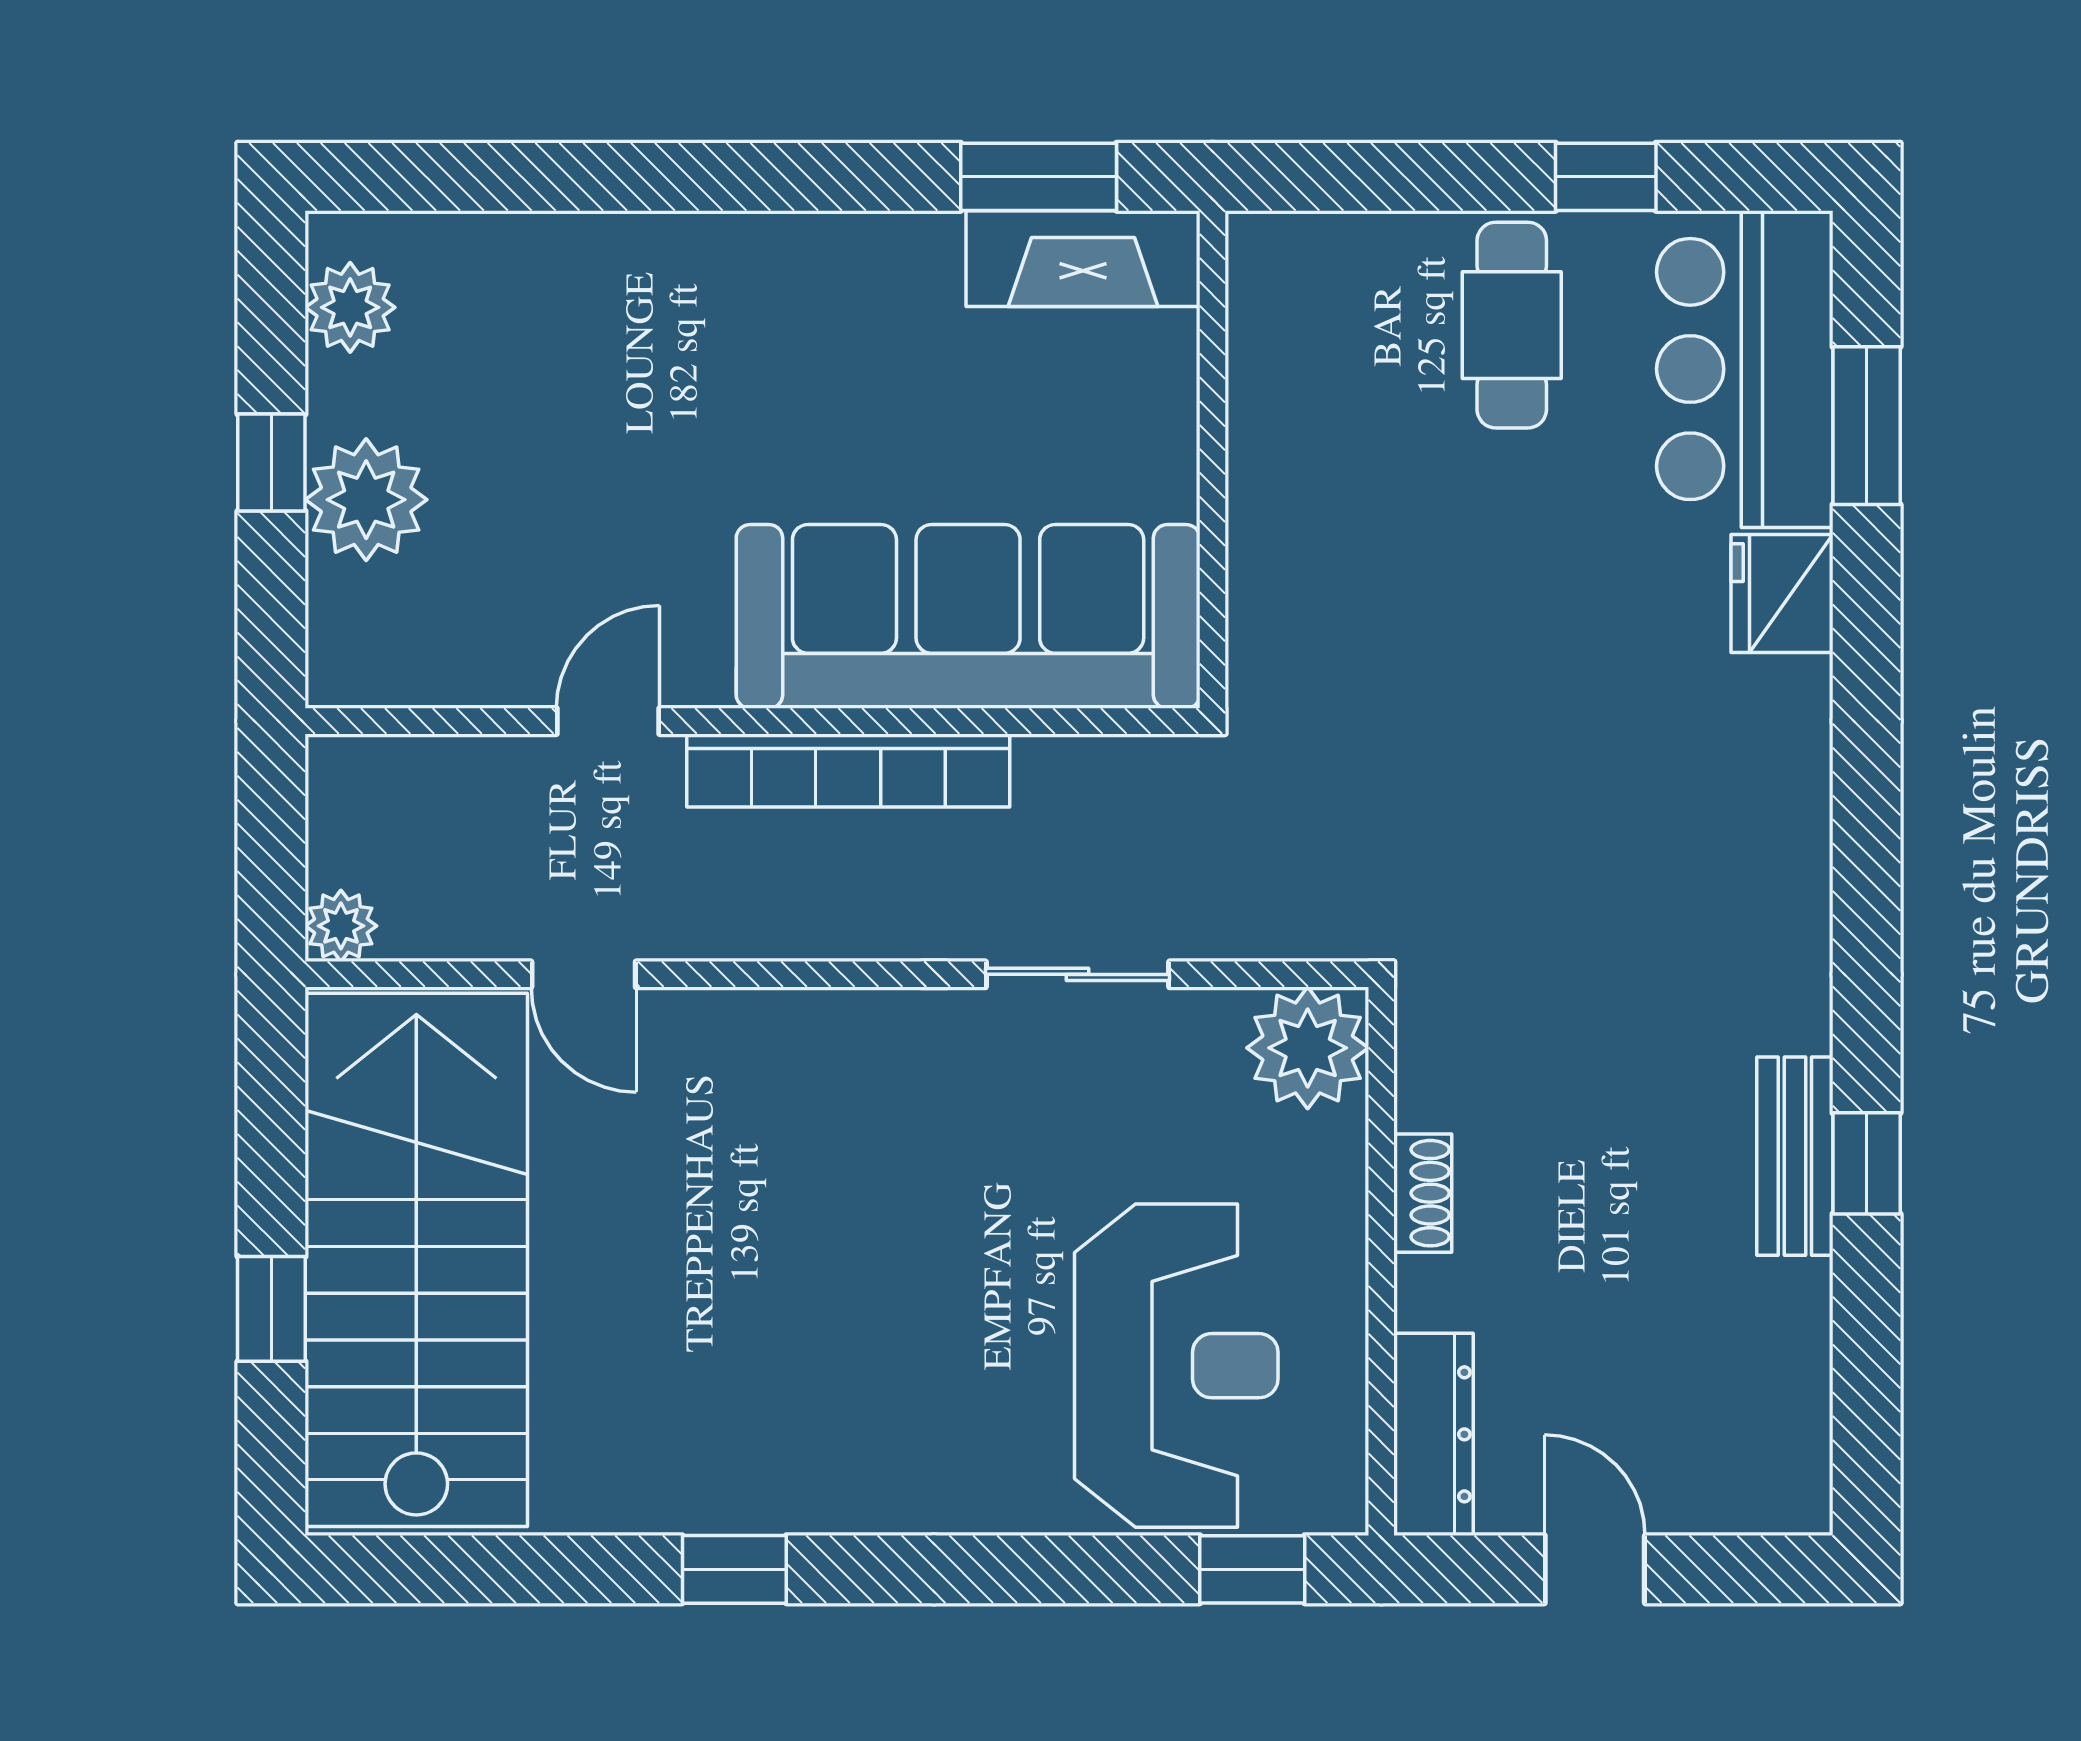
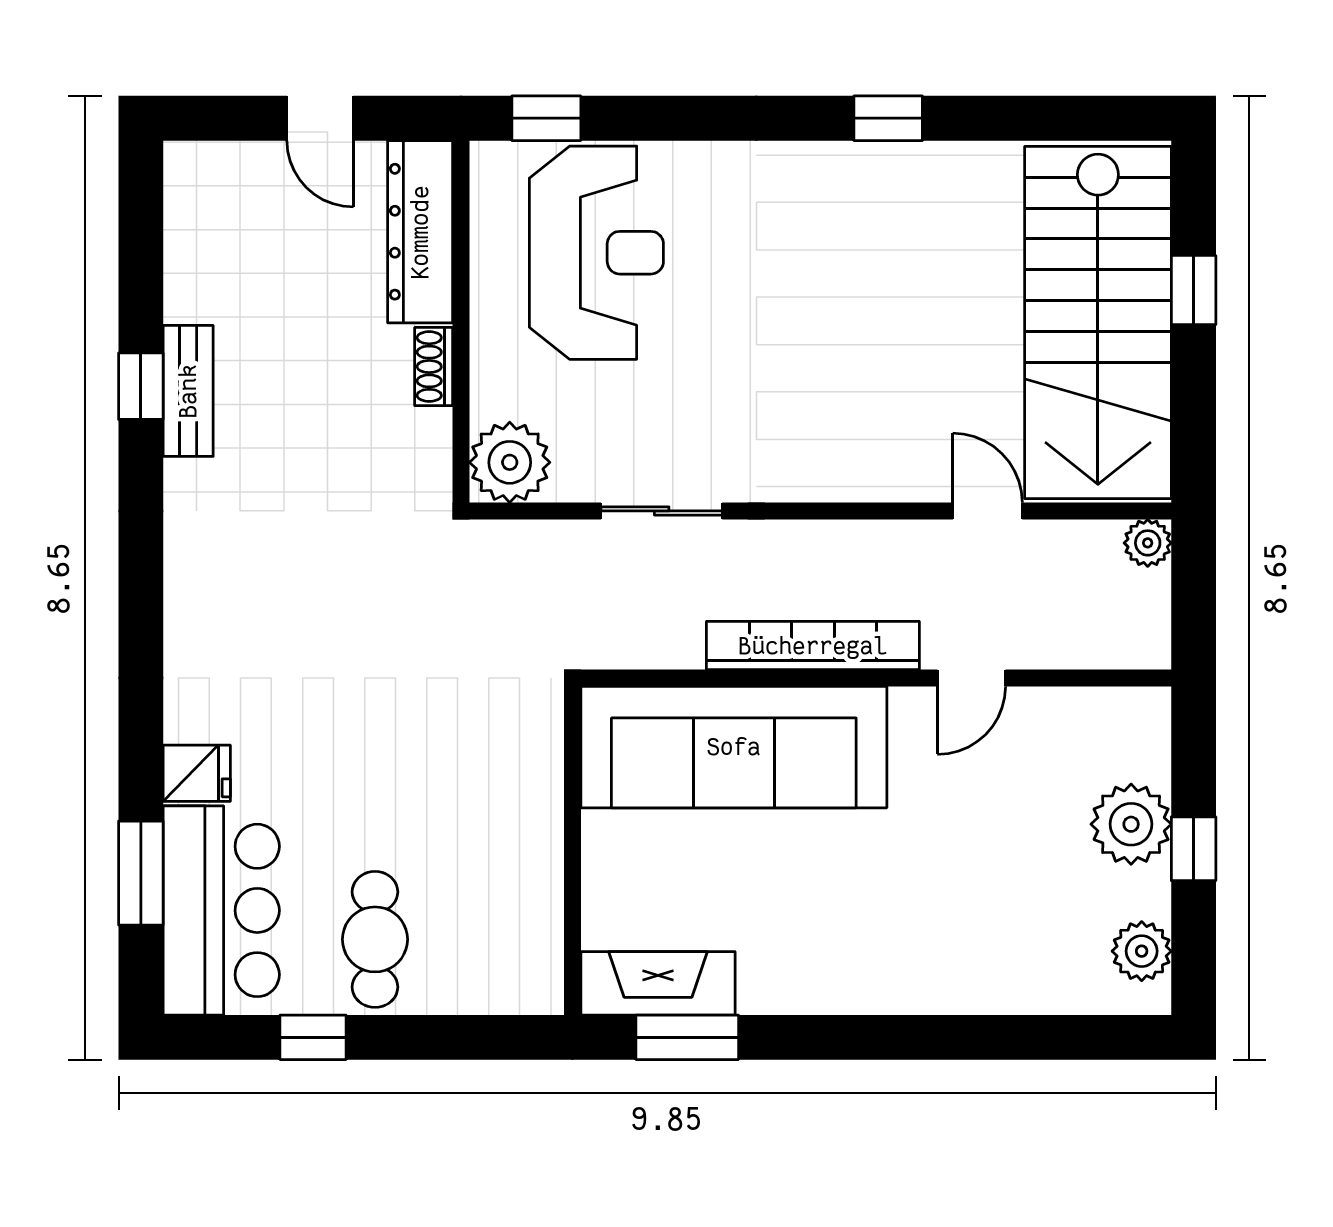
fridge: (1782, 593) -> (197, 773), width x0.72
reception desk: (1176, 1366) -> (596, 253), turned 180
dresser: (1434, 1434) -> (420, 232), width x1.37, depth x1.24

